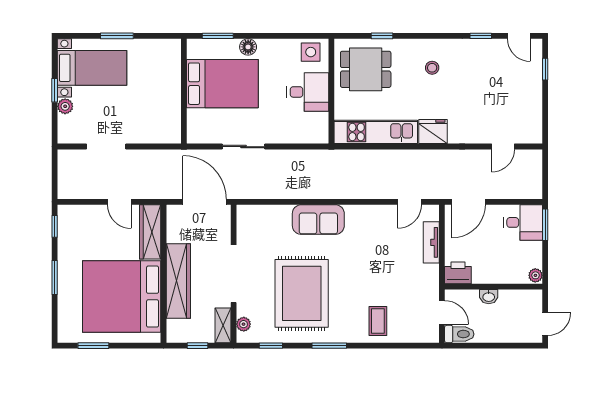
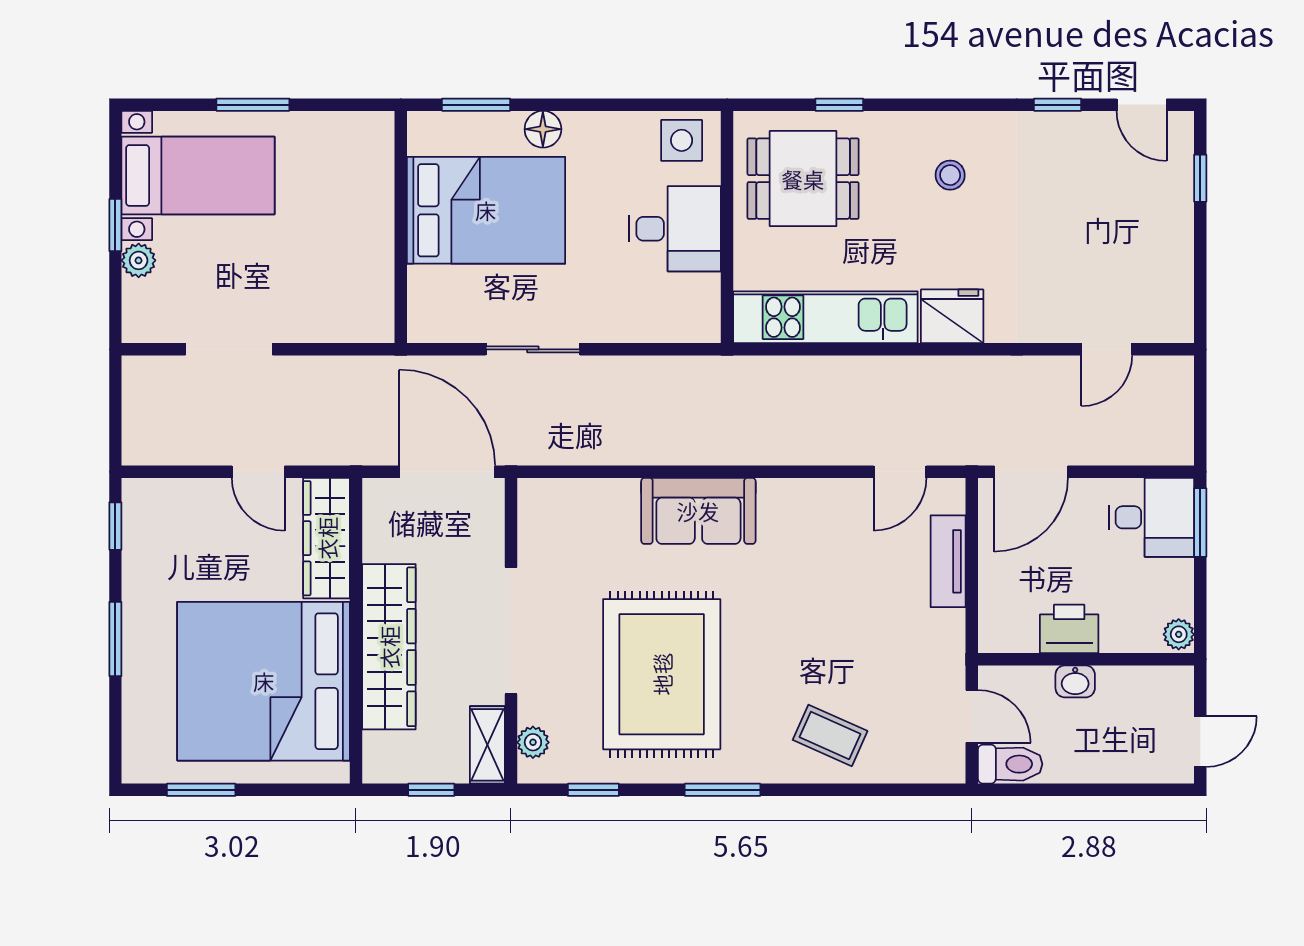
printer: (458, 273) -> (1069, 629), moved
coffee table: (378, 321) -> (830, 735), turned -66

